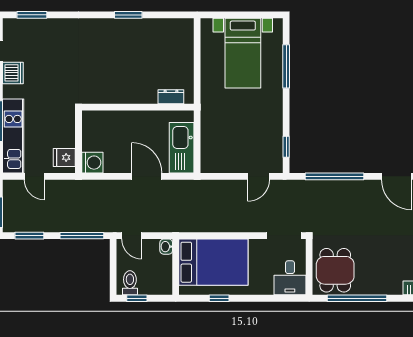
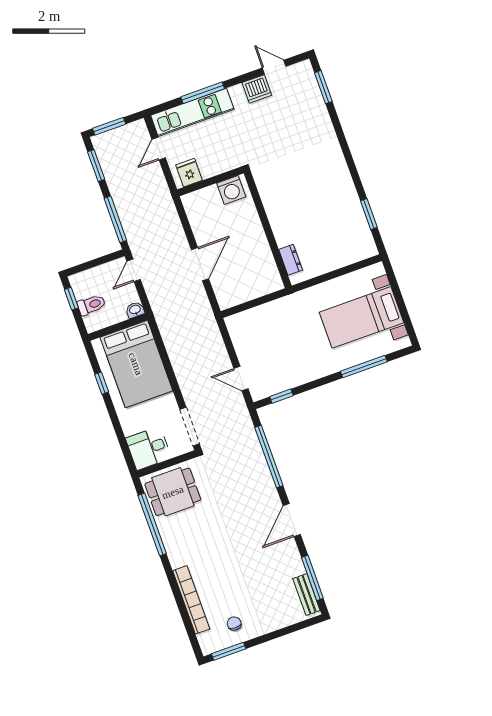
window: (128, 15) -> (369, 214), moved
kitchen sink: (182, 148) -> (242, 289), removed
washing machine: (92, 163) -> (231, 190), moved
toilet: (130, 283) -> (91, 305), moved

